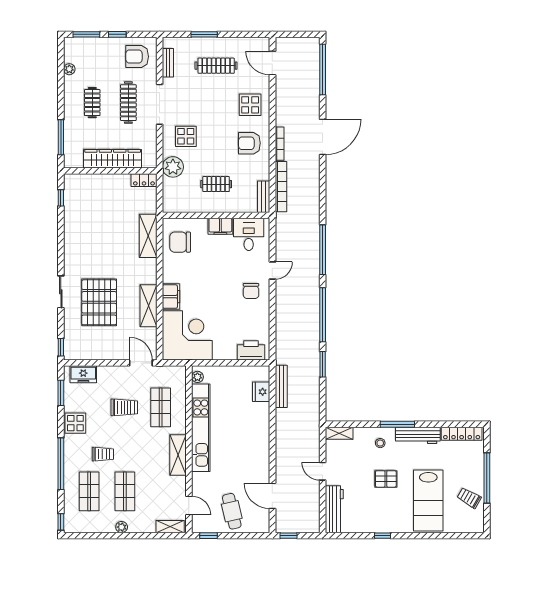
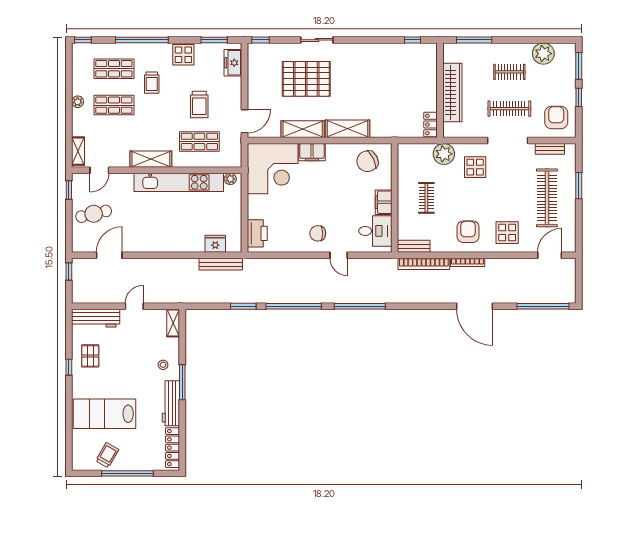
clothes rail: (216, 66) -> (547, 198), width x1.37, depth x1.31
plant: (69, 69) -> (543, 54), width x1.87, depth x1.87
shelving: (148, 236) -> (347, 129), moved
chair: (180, 242) -> (367, 161), turned -116
pallet: (386, 479) -> (90, 356), moved

